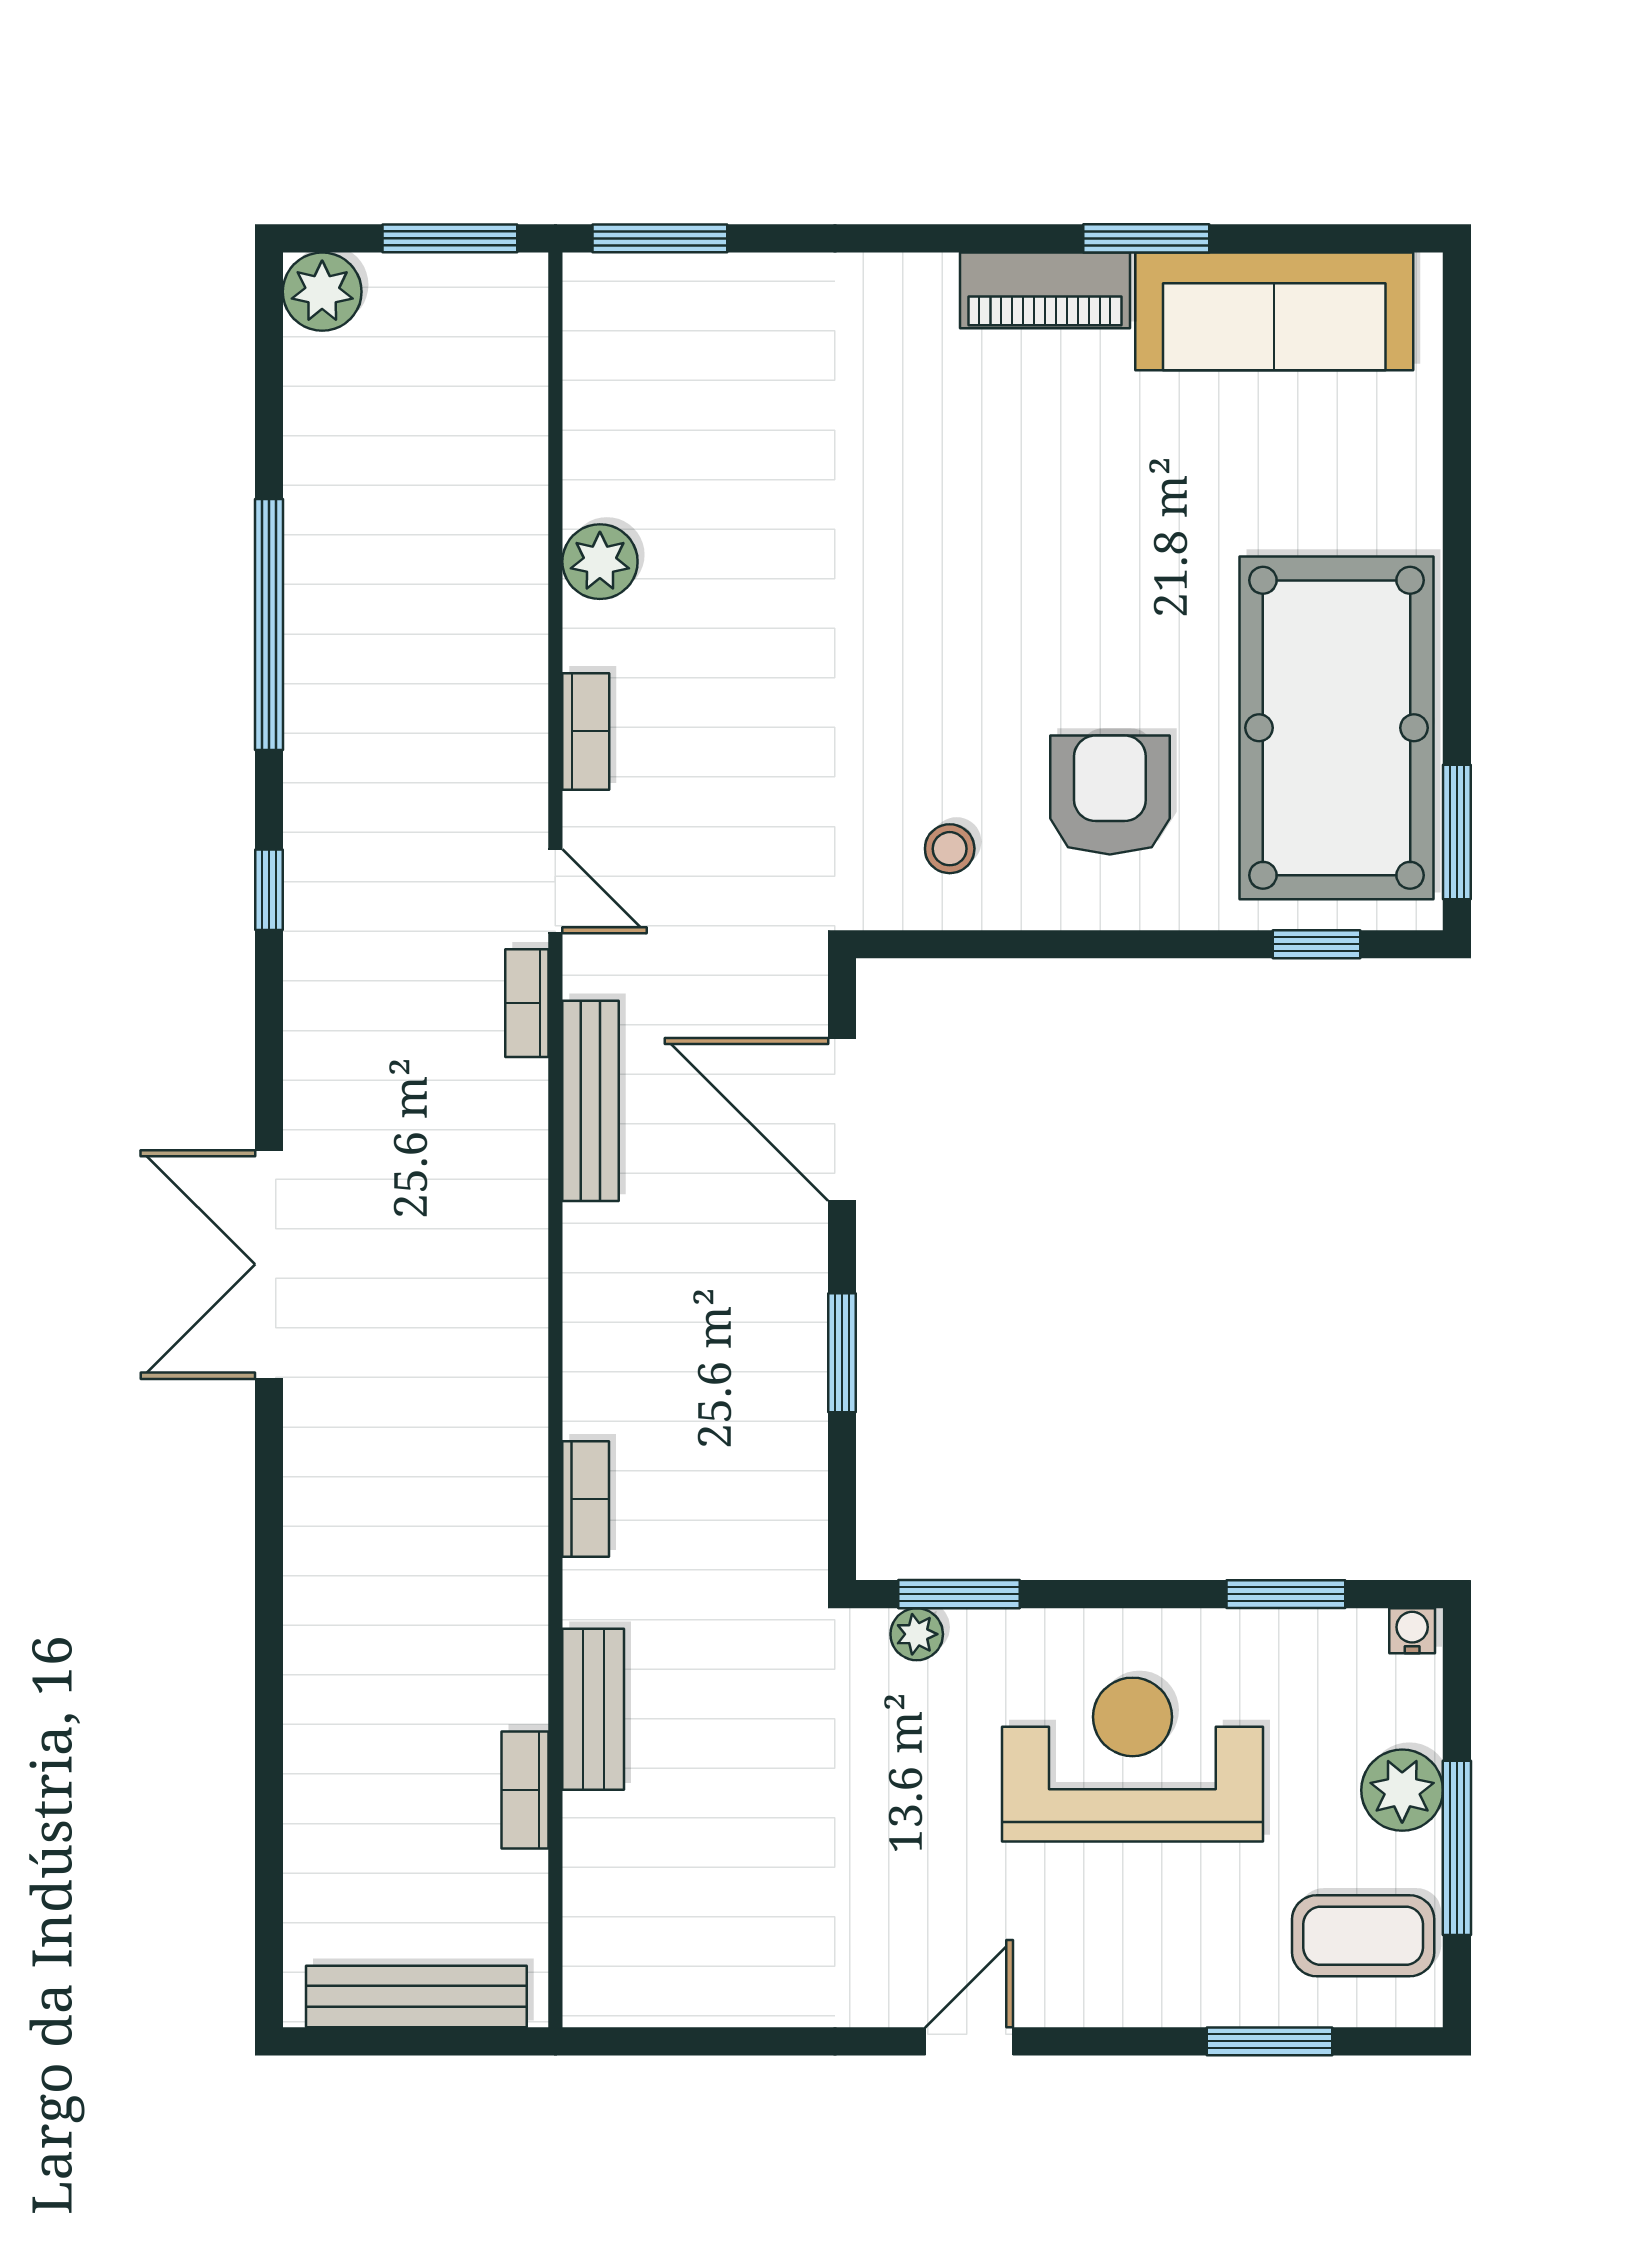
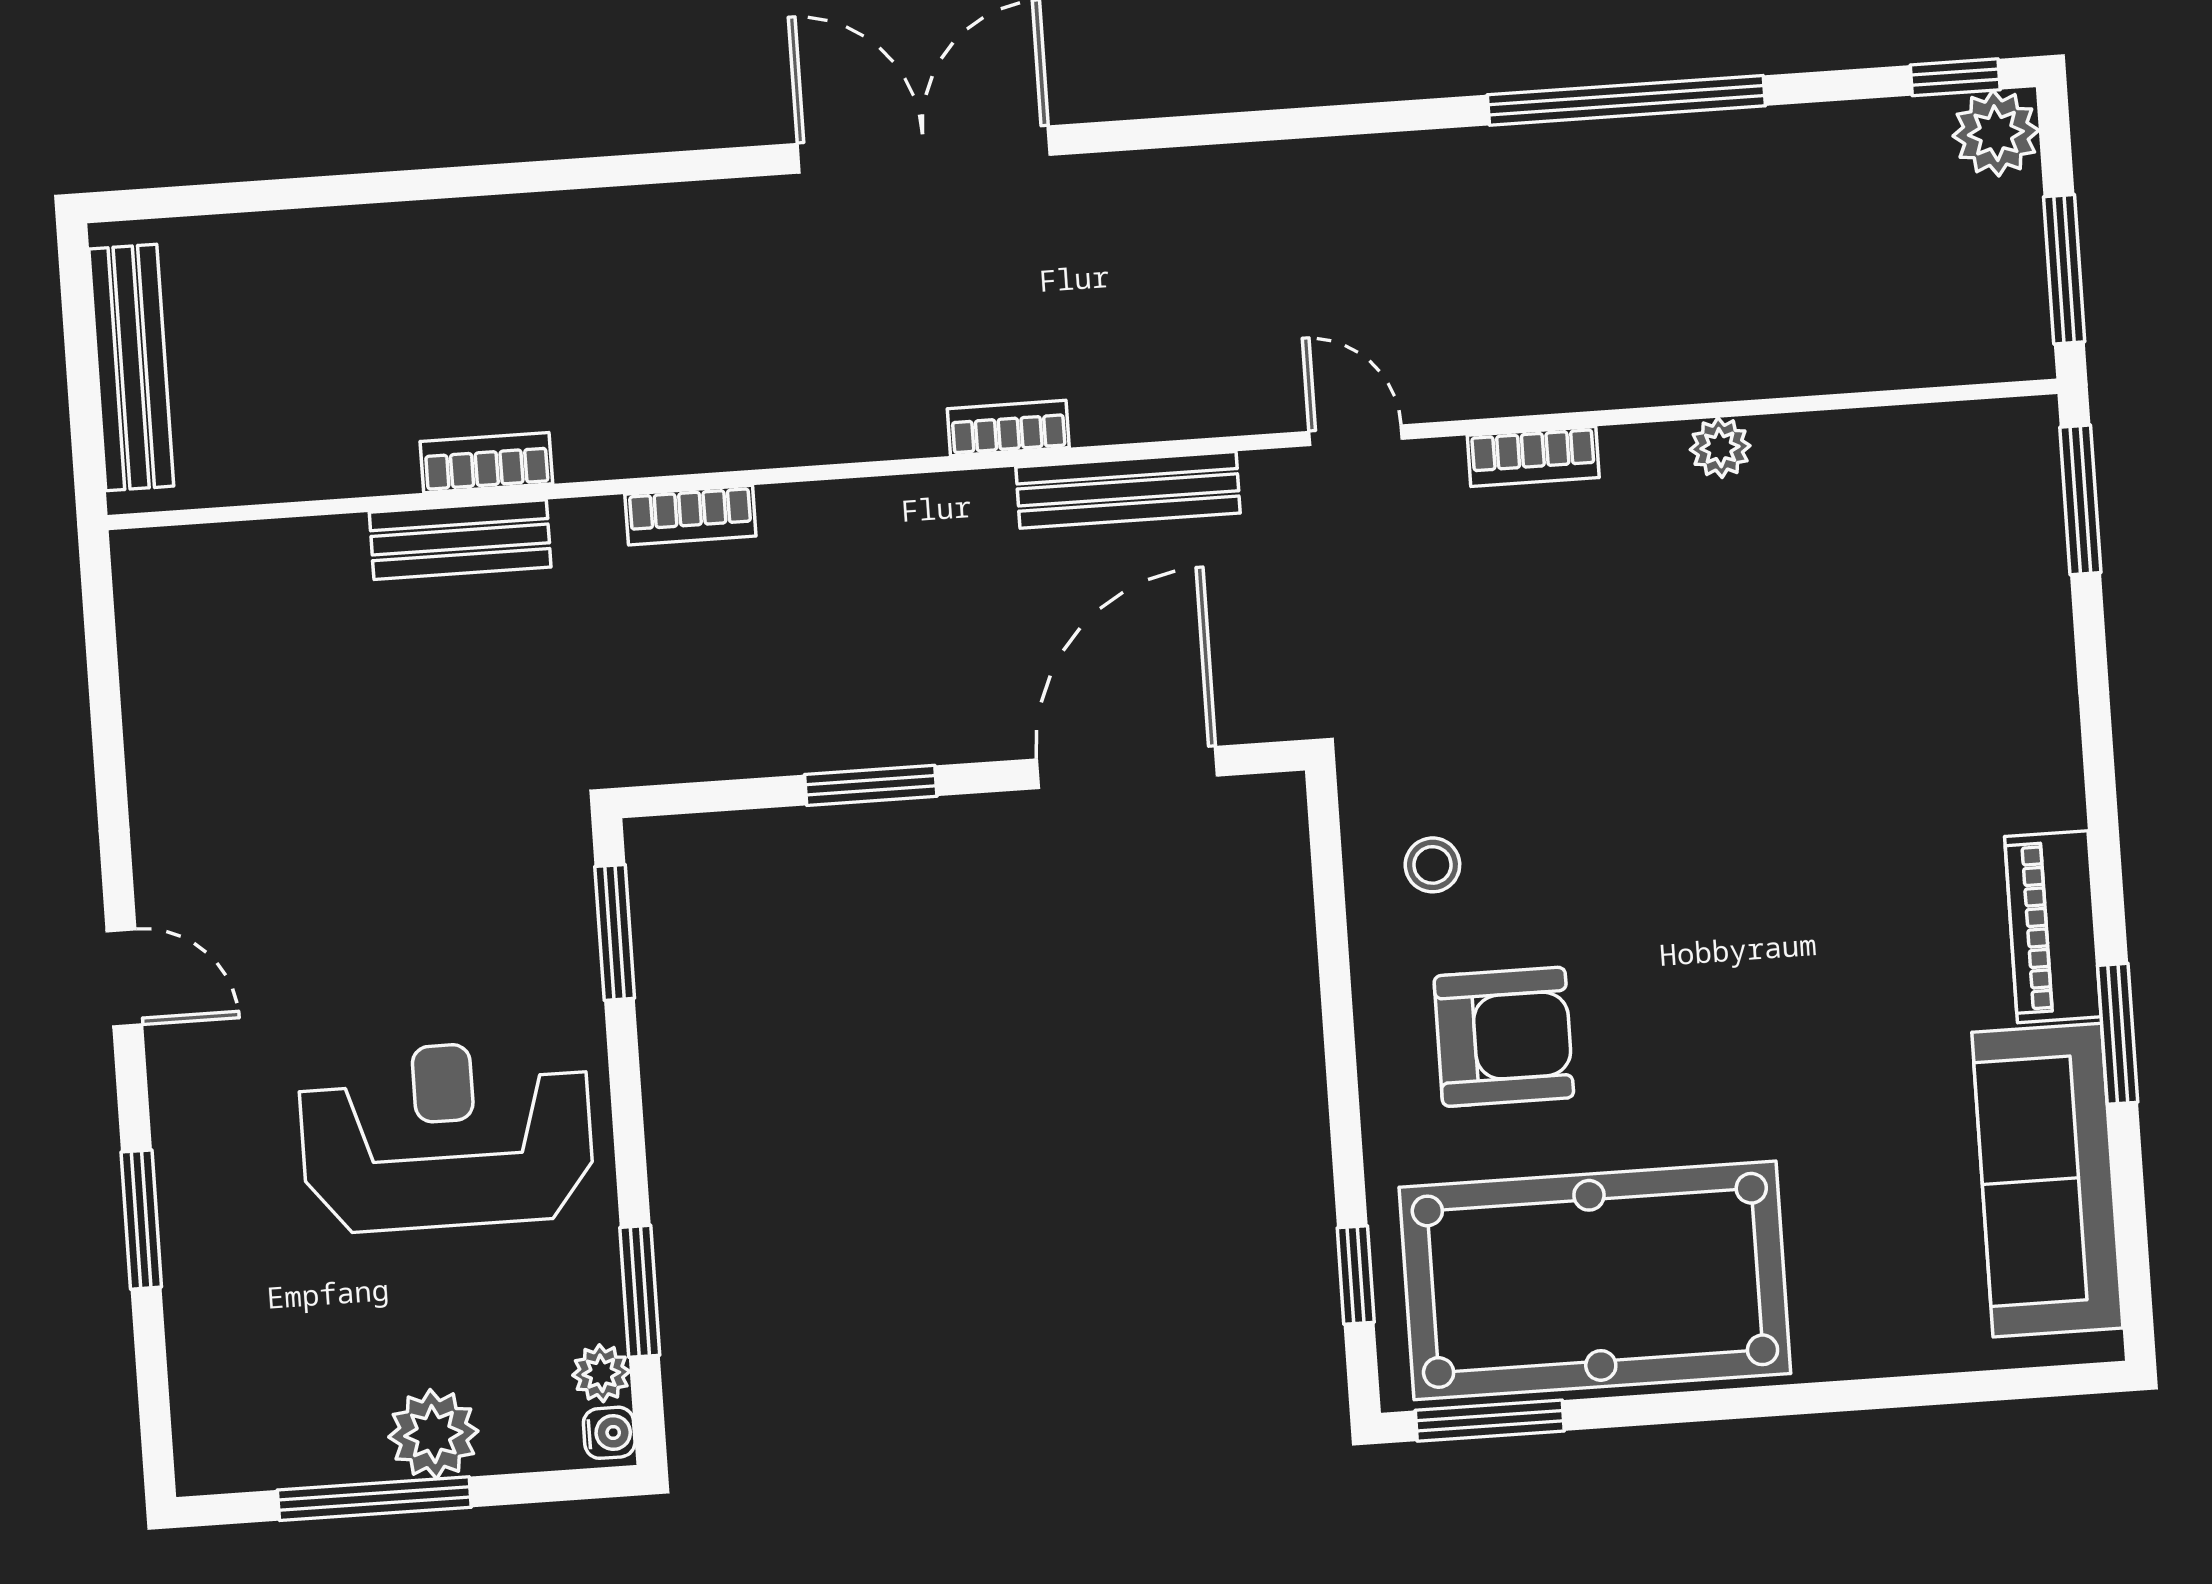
plant: (600, 562) -> (1720, 448), width x0.73, depth x0.73
window: (269, 890) -> (1955, 77), moved
door: (555, 891) -> (1355, 435), swing flipped
bookcase: (527, 1003) -> (1008, 428), moved
plant: (917, 1634) -> (601, 1373), moved
reception desk: (1132, 1760) -> (446, 1136), turned -90
bookcase: (525, 1790) -> (486, 463), moved
coffee table: (1363, 1936) -> (271, 1402), removed
window: (1270, 2041) -> (141, 1220), moved

